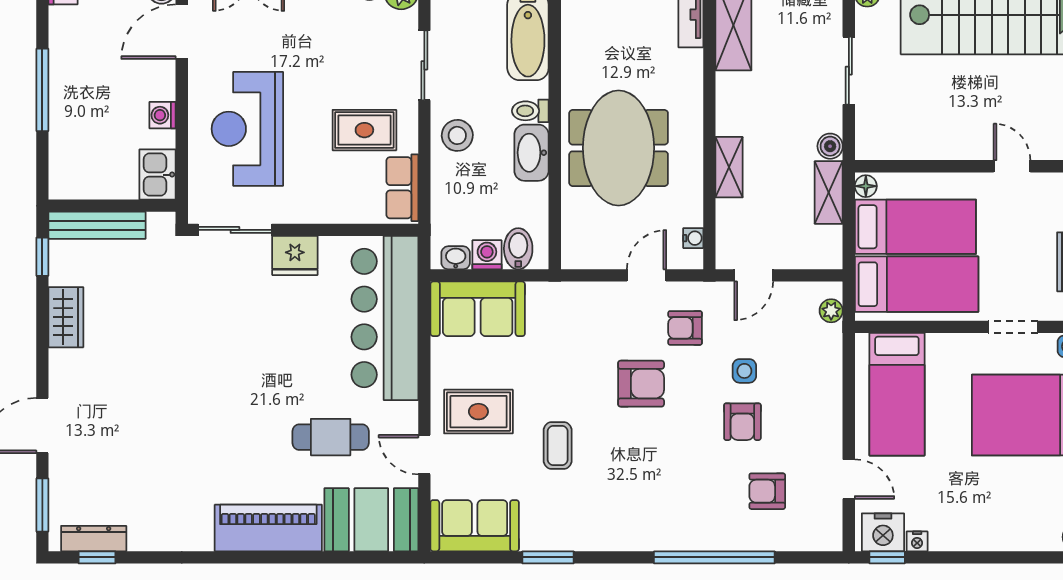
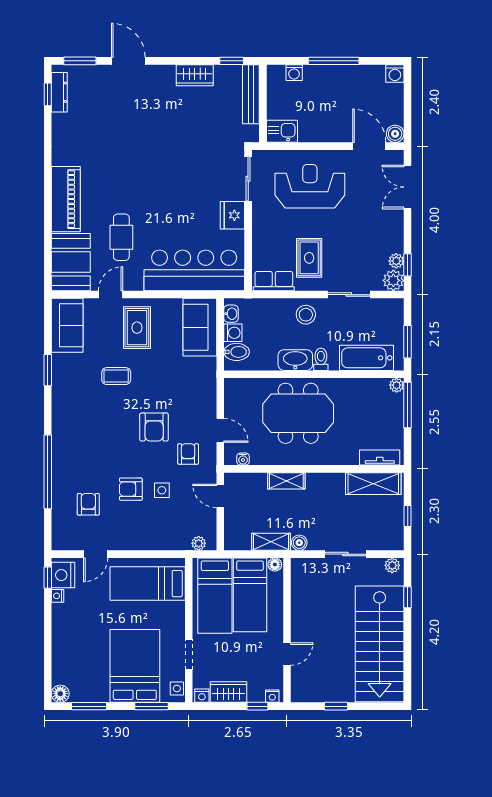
washing machine: (163, 115) -> (294, 73), moved, turned 180

